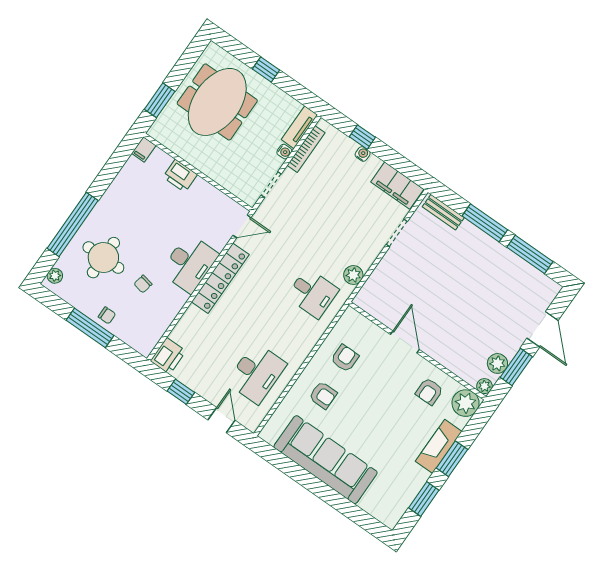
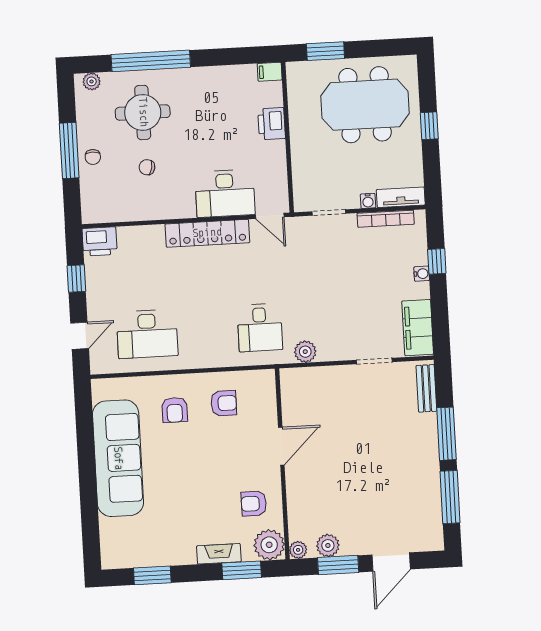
desk: (190, 263) -> (225, 193), moved
fireplace: (439, 446) -> (219, 554), width x0.73, depth x0.76
window: (452, 459) -> (242, 570), moved

